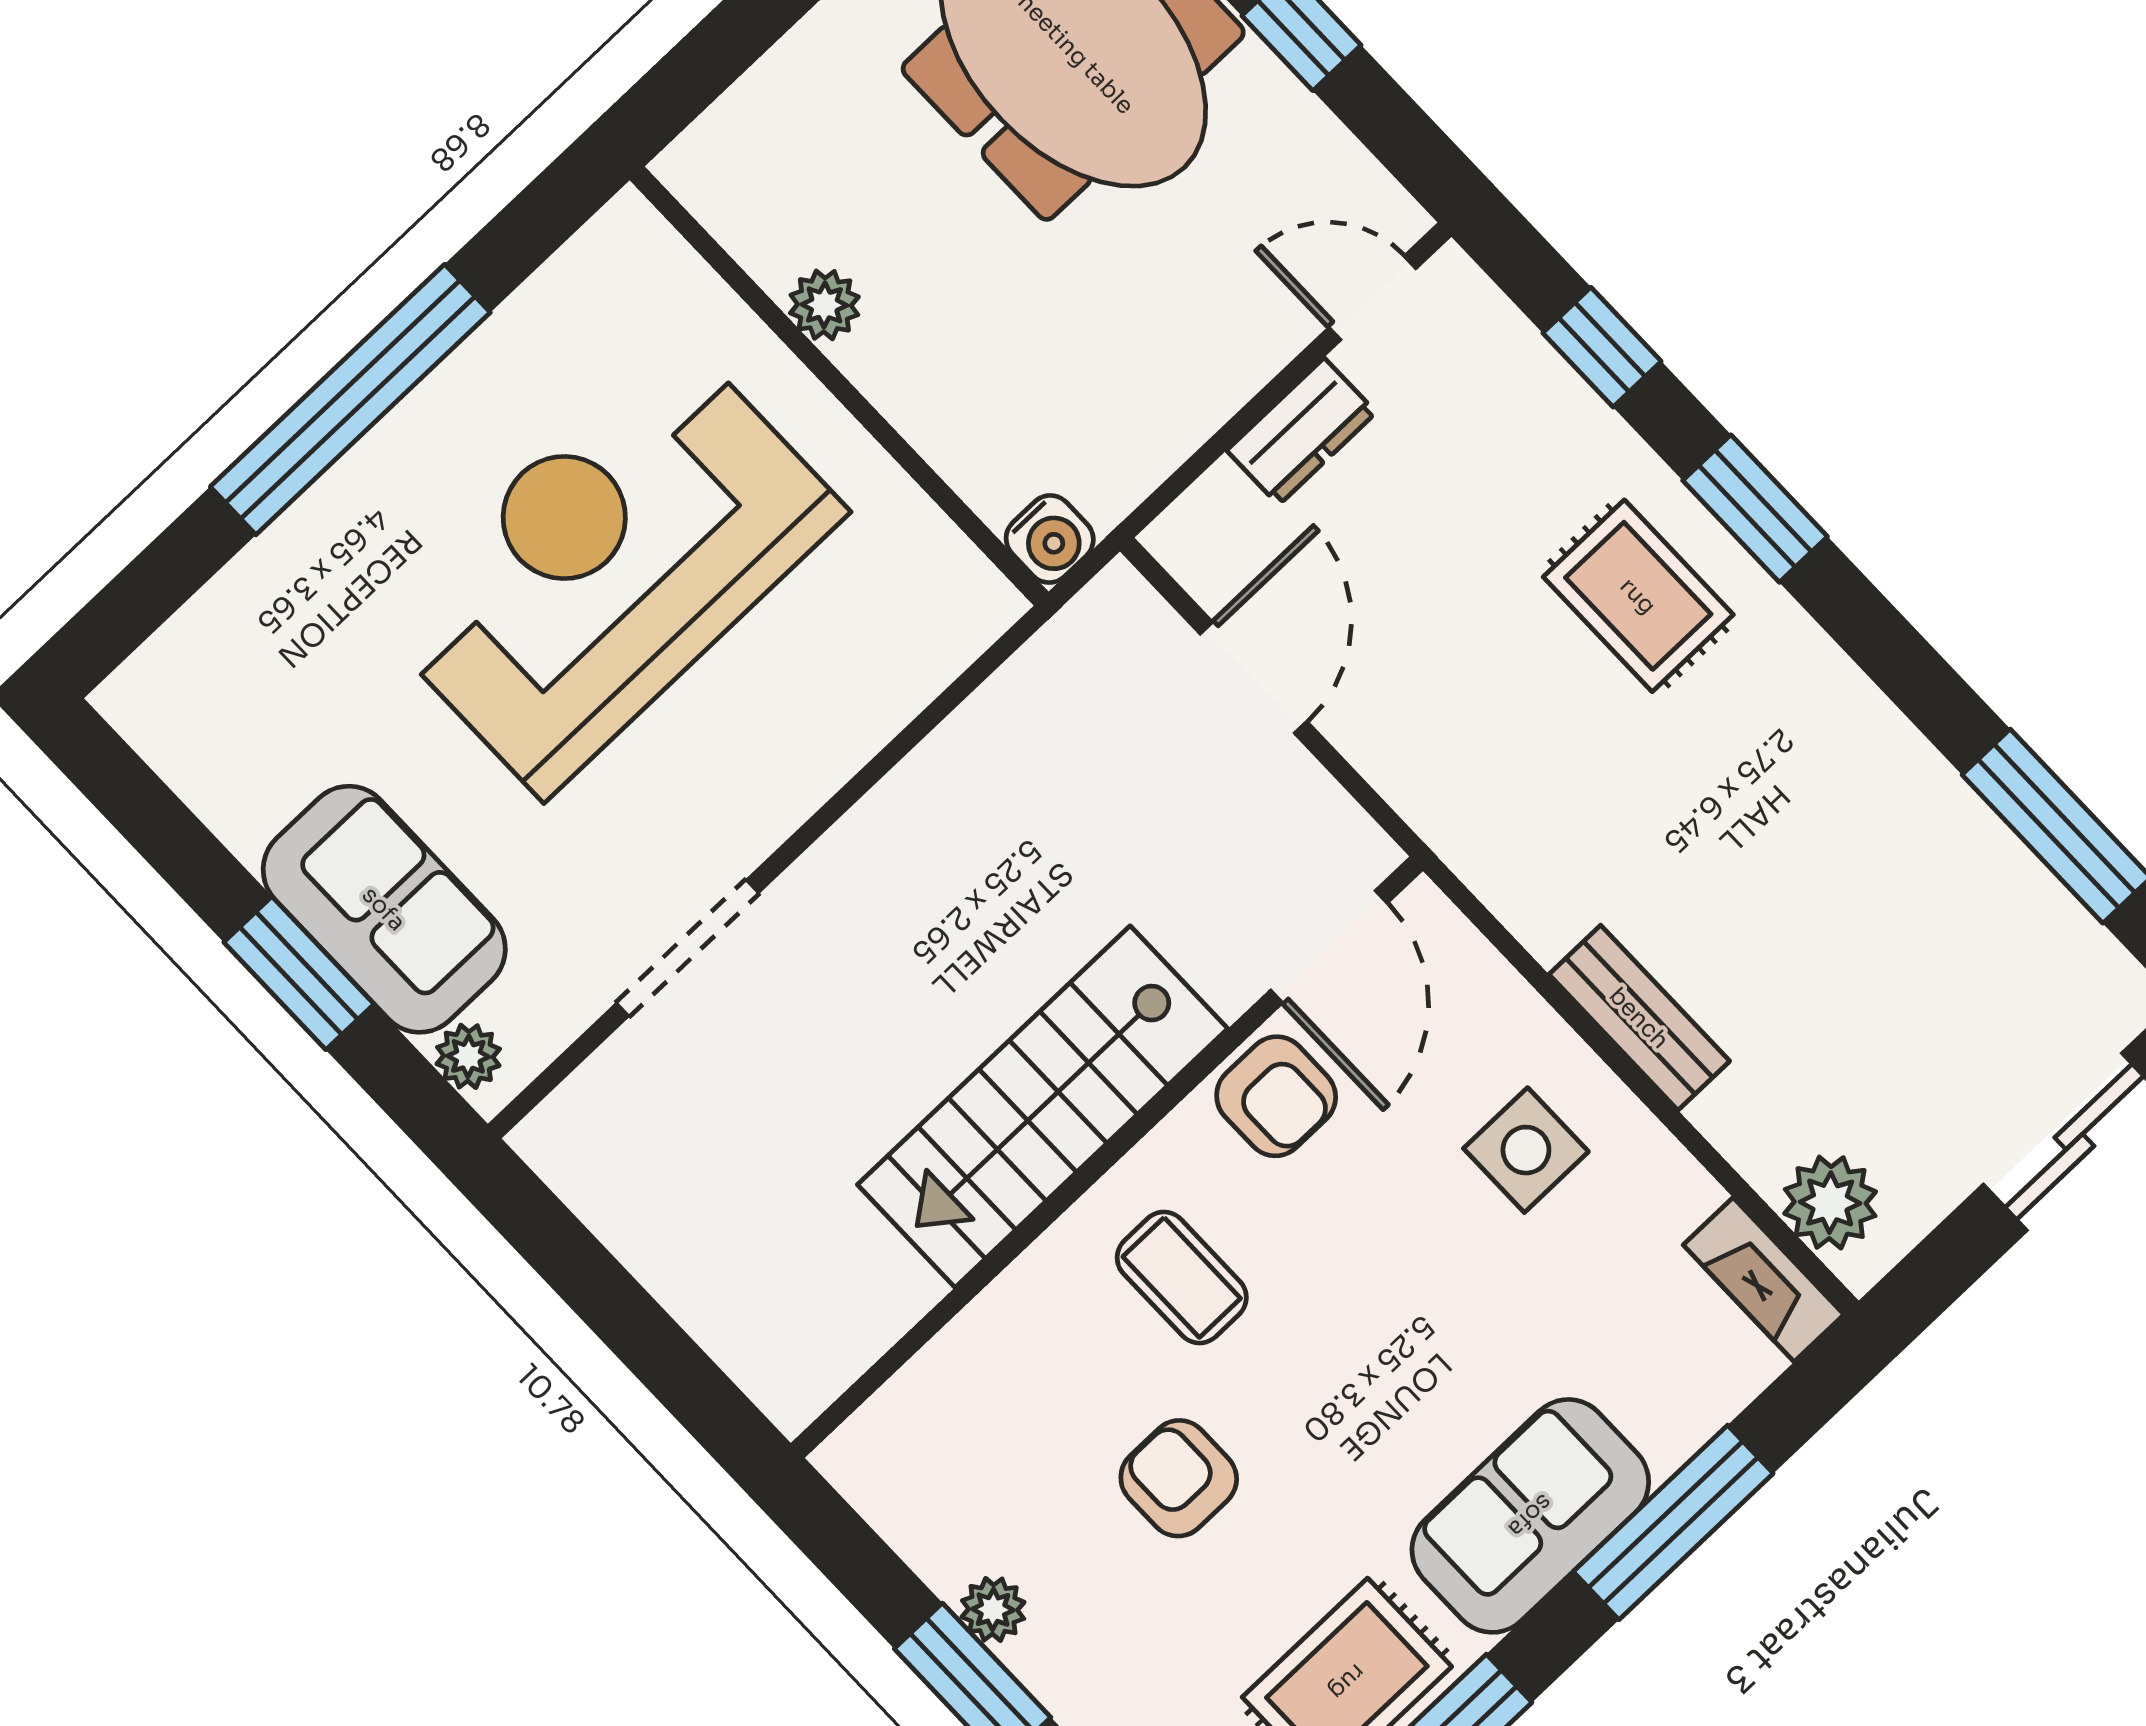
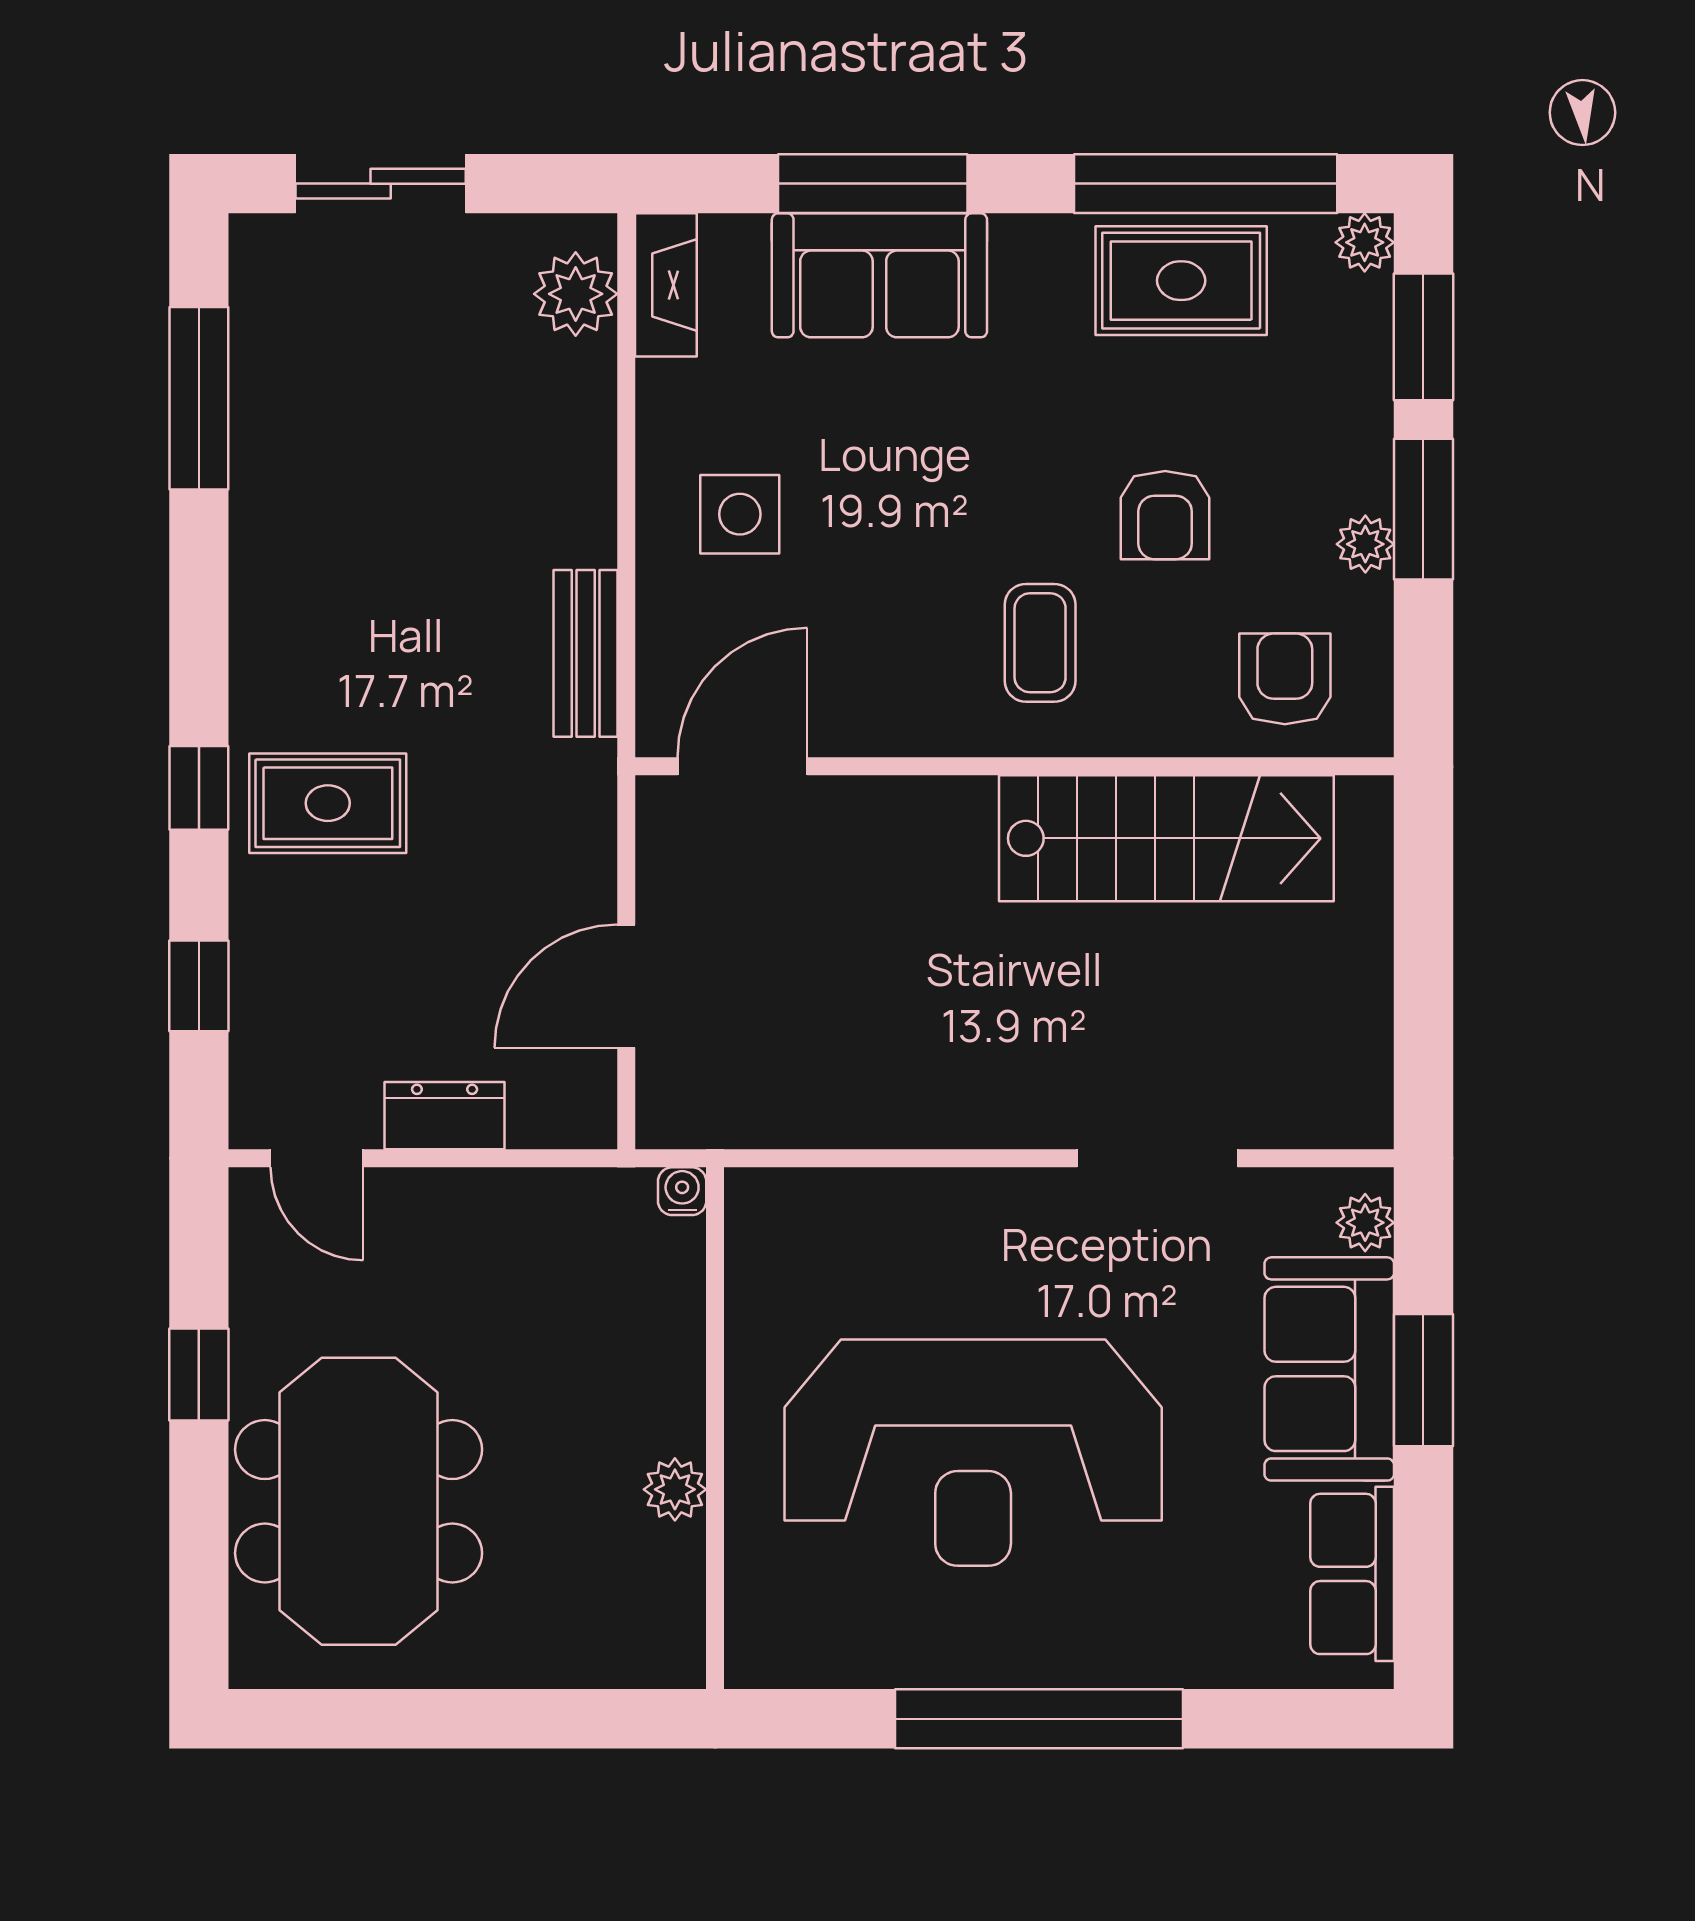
window: (1755, 509) -> (199, 788), width x0.67
water cooler: (1050, 539) -> (682, 1191), width x0.72, depth x0.72
rug: (1638, 596) -> (328, 803), turned 90
row of seats: (207, 760) -> (1352, 1574), added
bench: (1639, 1018) -> (586, 653), moved
armchair: (1276, 1096) -> (1285, 679), moved
stairs: (1043, 1107) -> (1166, 838), moved
sofa: (1530, 1516) -> (879, 275), moved

